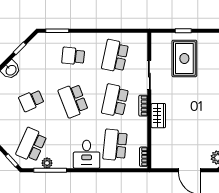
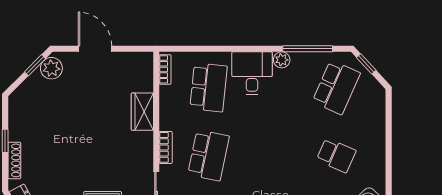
school desk: (31, 100) -> (336, 155), turned 48
school desk: (73, 100) -> (272, 155), removed
wardrobe: (158, 116) -> (142, 112), moved
plant: (47, 163) -> (282, 60), moved

